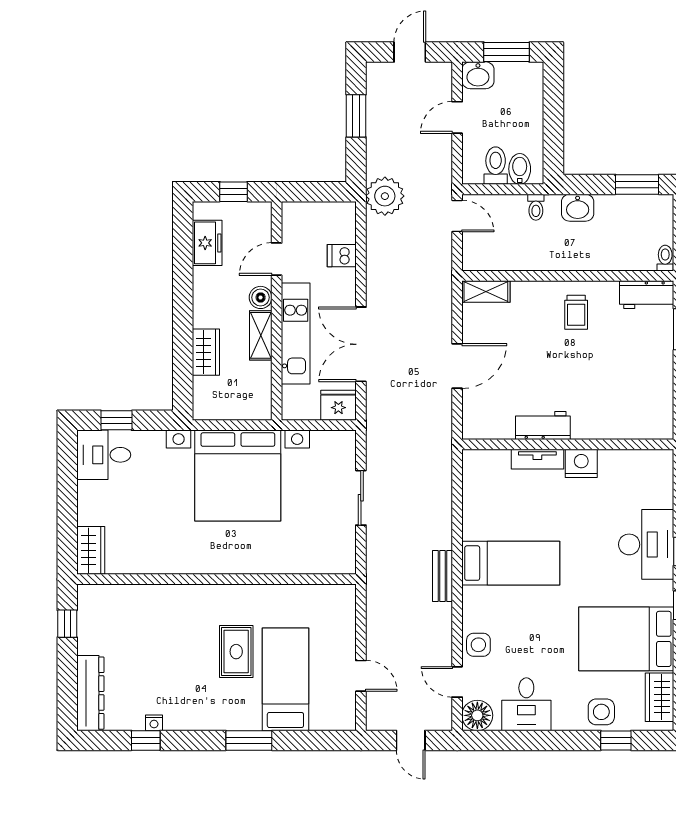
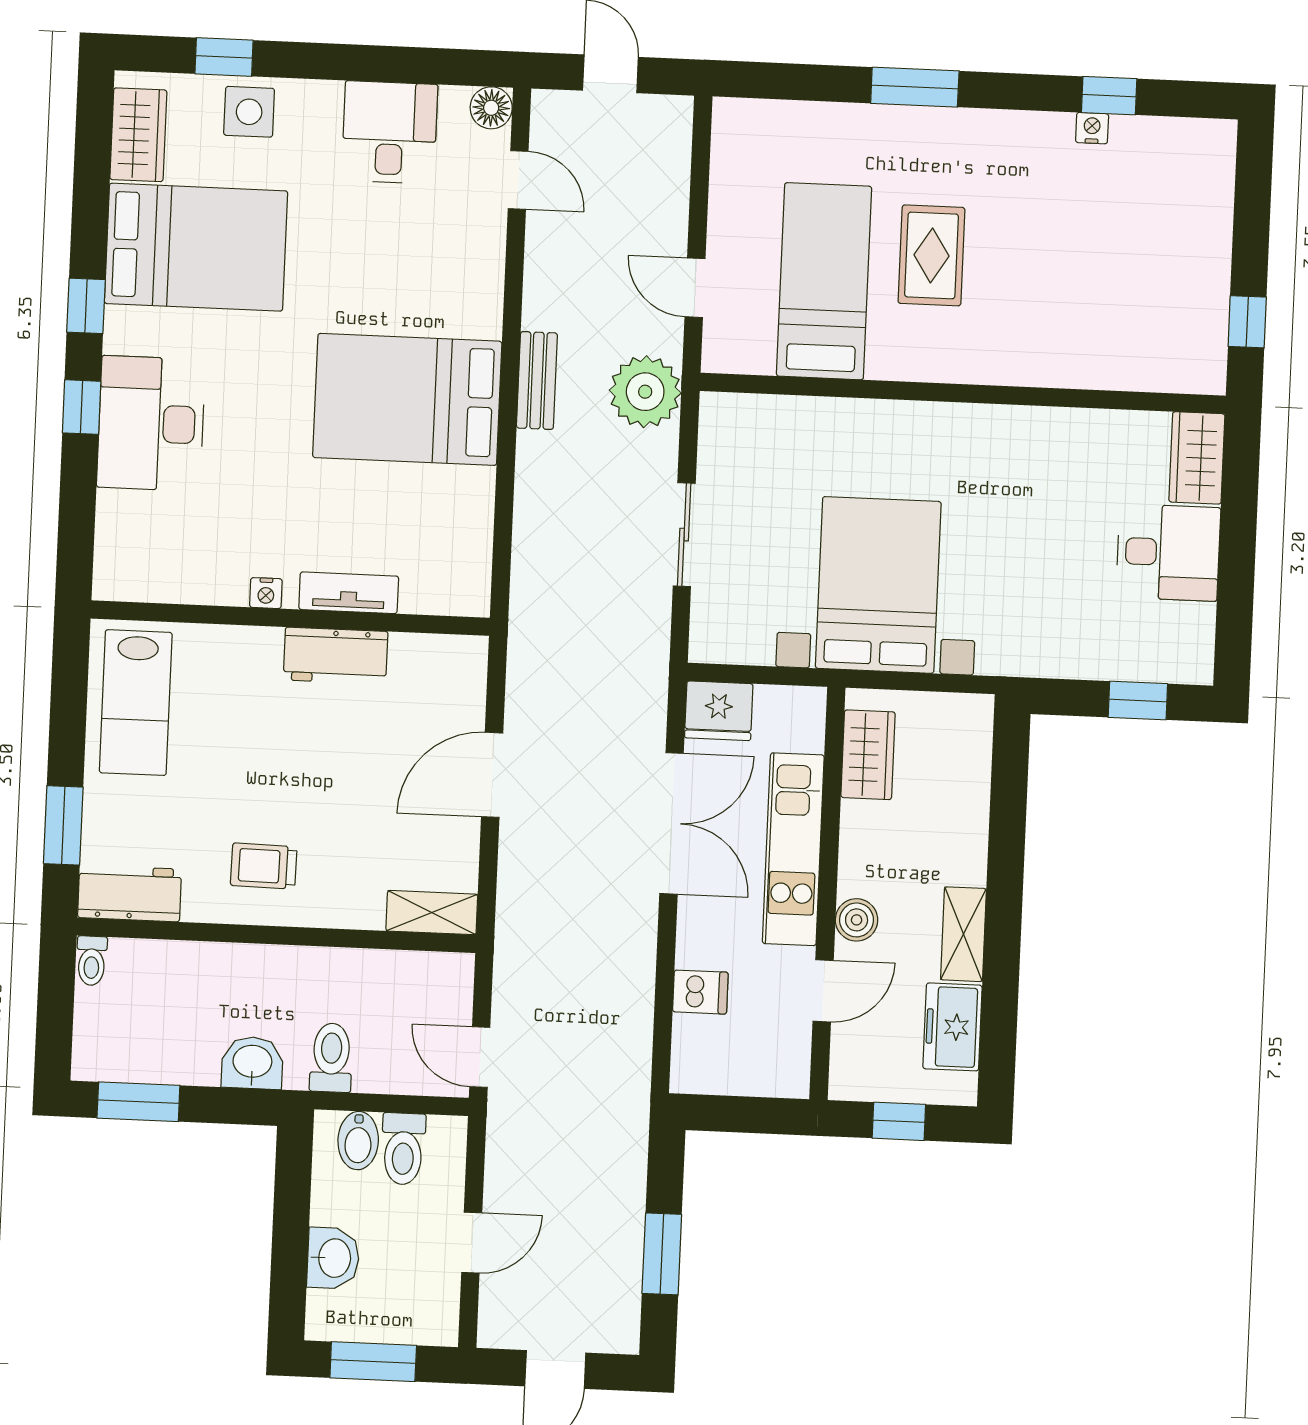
washbasin: (478, 75) -> (333, 1258), moved, turned 90
plant: (385, 196) -> (645, 392), moved
toilet: (536, 207) -> (331, 1058), width x1.37, depth x1.39
trolley: (576, 312) -> (264, 866), turned -89
shelving: (261, 335) -> (963, 934), moved
wardrobe: (206, 352) -> (868, 755), moved, turned 180
lab bench: (648, 396) -> (136, 703), added
desk: (104, 455) -> (1168, 552), moved
nightstand: (581, 463) -> (266, 593), width x0.53, depth x0.56
bed with nightstands: (238, 476) -> (878, 585), width x0.73
bed: (511, 563) -> (407, 399), width x1.50
side table: (478, 645) -> (475, 248), removed
door: (361, 676) -> (695, 288), moved
bed: (285, 679) -> (824, 281), moved, turned 180
dresser: (90, 693) -> (1209, 189), removed
floor lamp: (477, 715) -> (491, 108), width x0.73, depth x0.73

